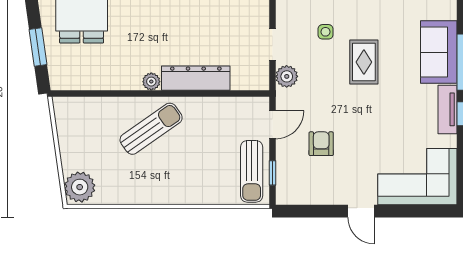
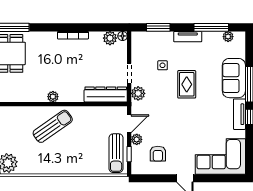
dresser: (196, 78) -> (106, 94), moved
armchair: (321, 144) -> (158, 154), moved, turned 180
plant: (284, 149) -> (137, 139), added

